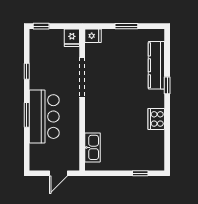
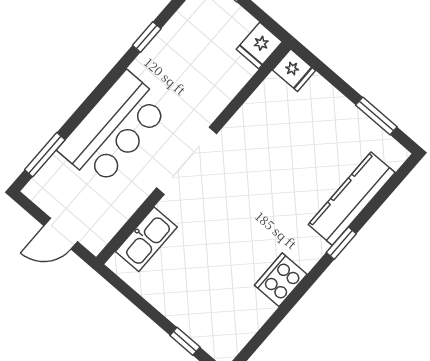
window: (126, 26) -> (376, 116), moved
doorway: (82, 77) -> (187, 161), moved
window: (27, 115) -> (45, 155), moved

